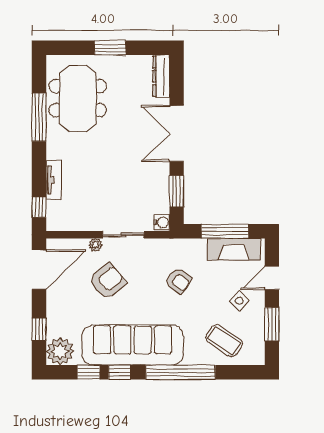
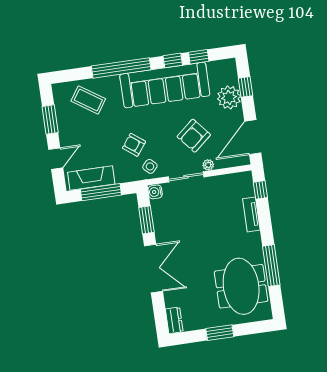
dresser: (161, 76) -> (174, 320), width x0.70
side table: (239, 301) -> (150, 166), moved
plant: (60, 351) -> (229, 97), moved

